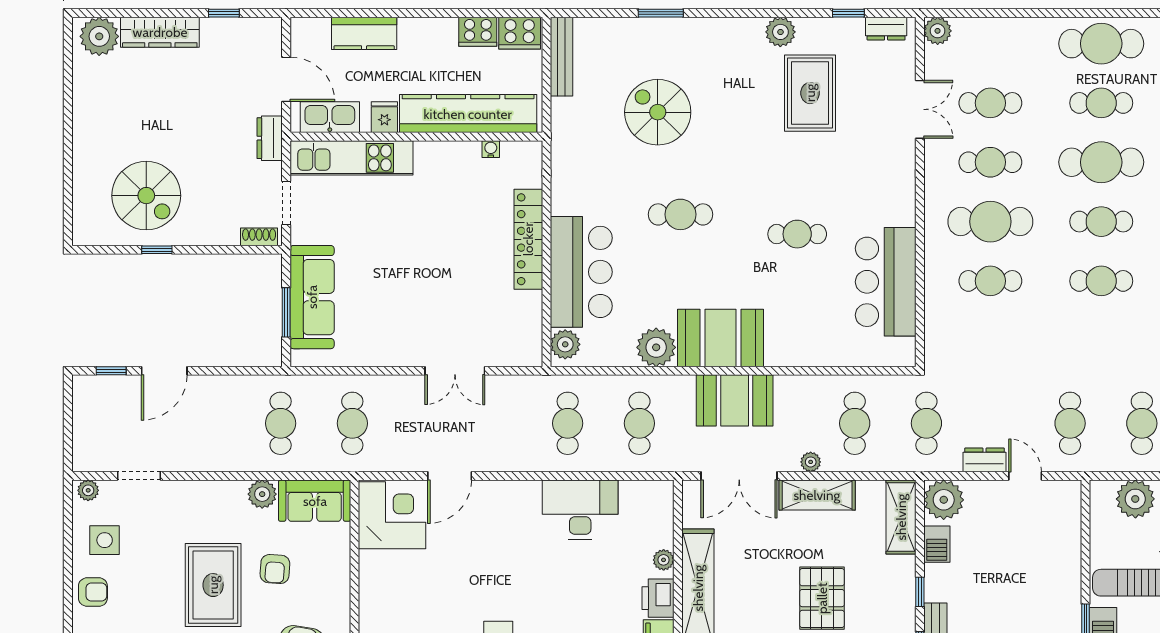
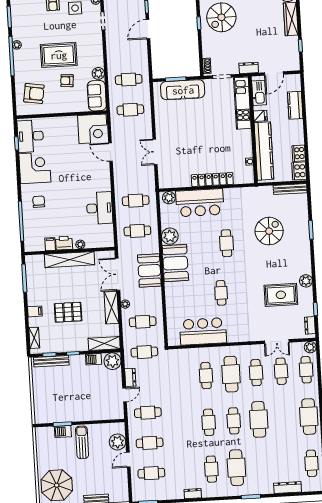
cafe table: (1101, 103) -> (306, 370), moved
door: (164, 371) -> (148, 29), hinge flipped

